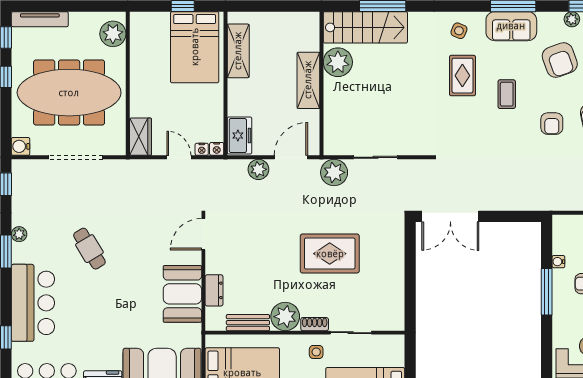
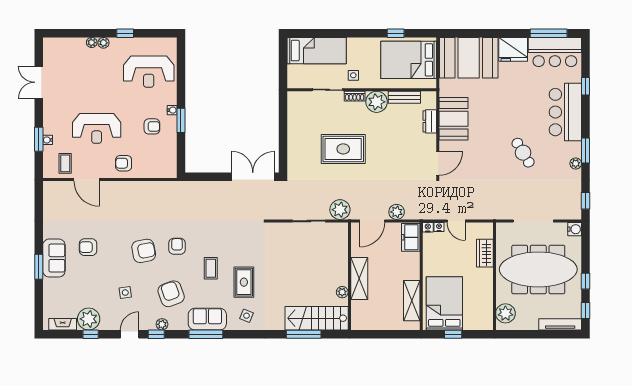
plant: (338, 62) -> (342, 292), width x0.53, depth x0.53
wardrobe: (140, 137) -> (485, 253), moved
water cooler: (558, 262) -> (172, 110), moved
window: (547, 292) -> (181, 120), width x0.69

